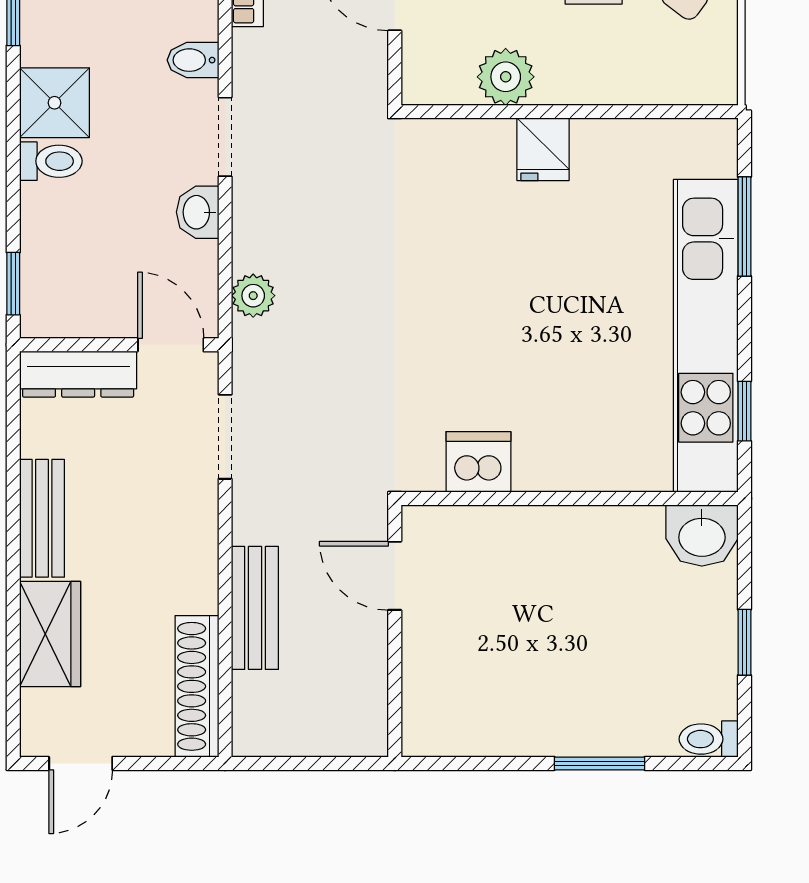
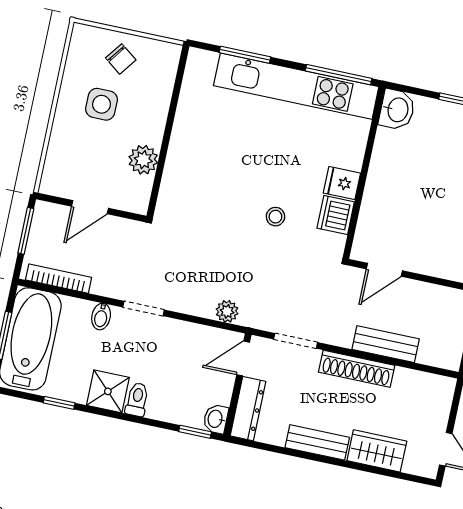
fridge: (543, 149) -> (342, 183), moved, turned 180
washbasin: (198, 212) -> (216, 419), moved, turned 90
stool: (451, 349) -> (275, 217), added
window: (744, 411) -> (339, 75), width x2.17
shoe rack: (197, 686) -> (357, 369), moved

